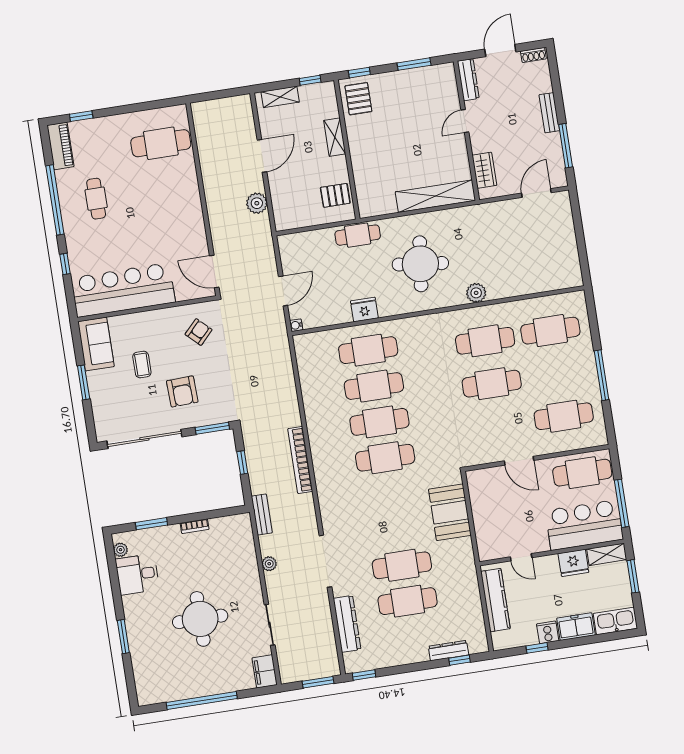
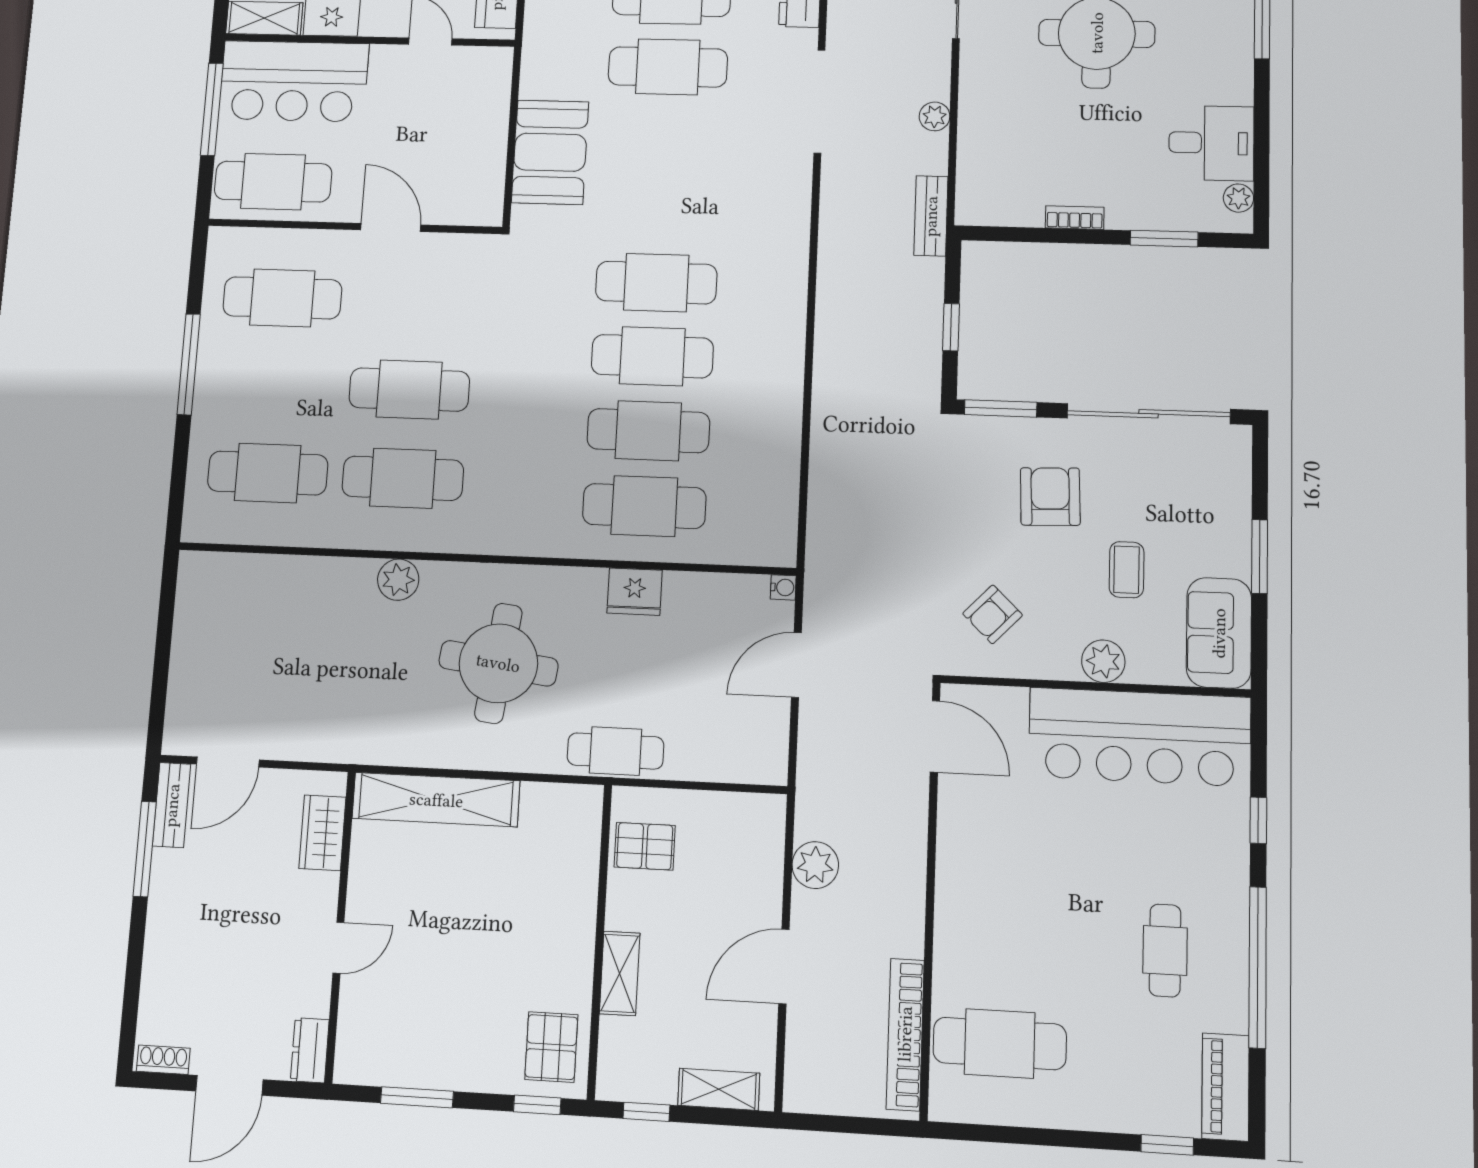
dresser: (468, 80) -> (310, 1050), width x0.70
bench: (549, 113) -> (172, 805), moved
plant: (145, 321) -> (1103, 661), added
bookcase: (300, 460) -> (905, 1034), moved, turned 180

